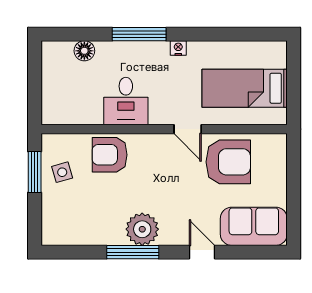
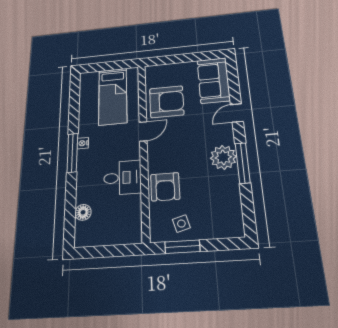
window: (139, 34) -> (72, 153), moved
armchair: (228, 162) -> (167, 102), turned 90

